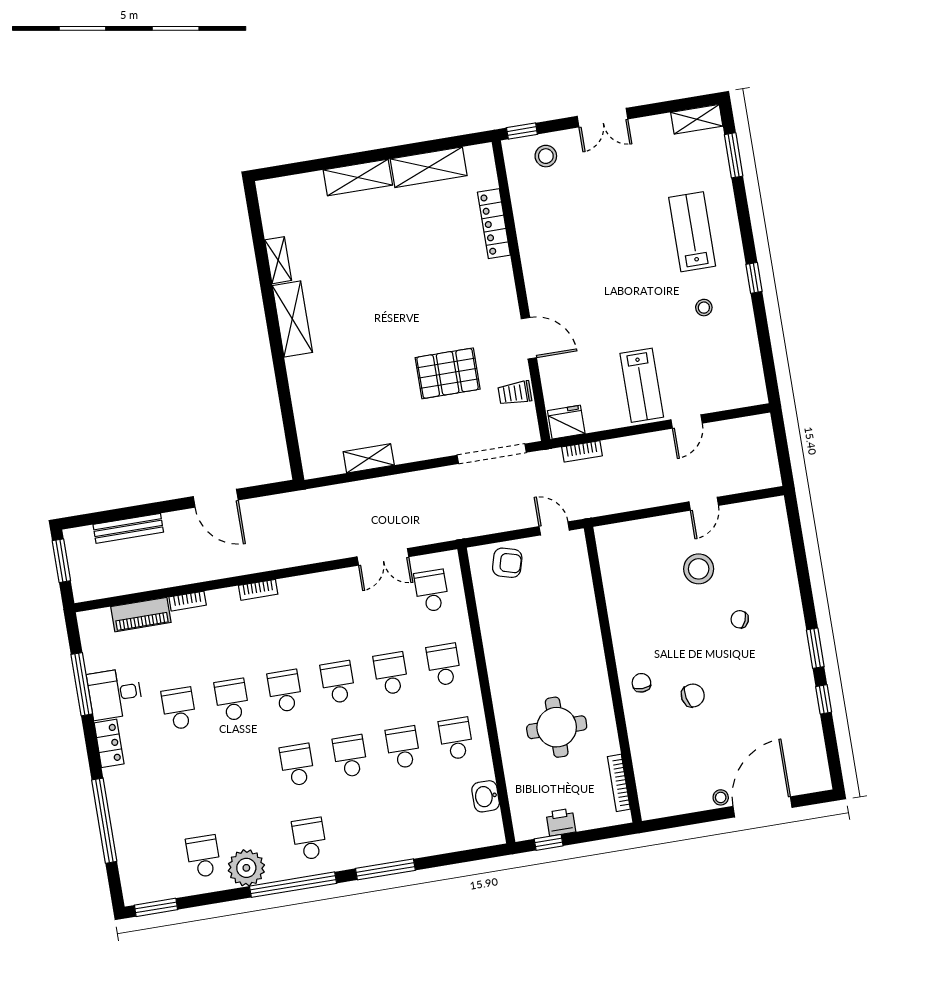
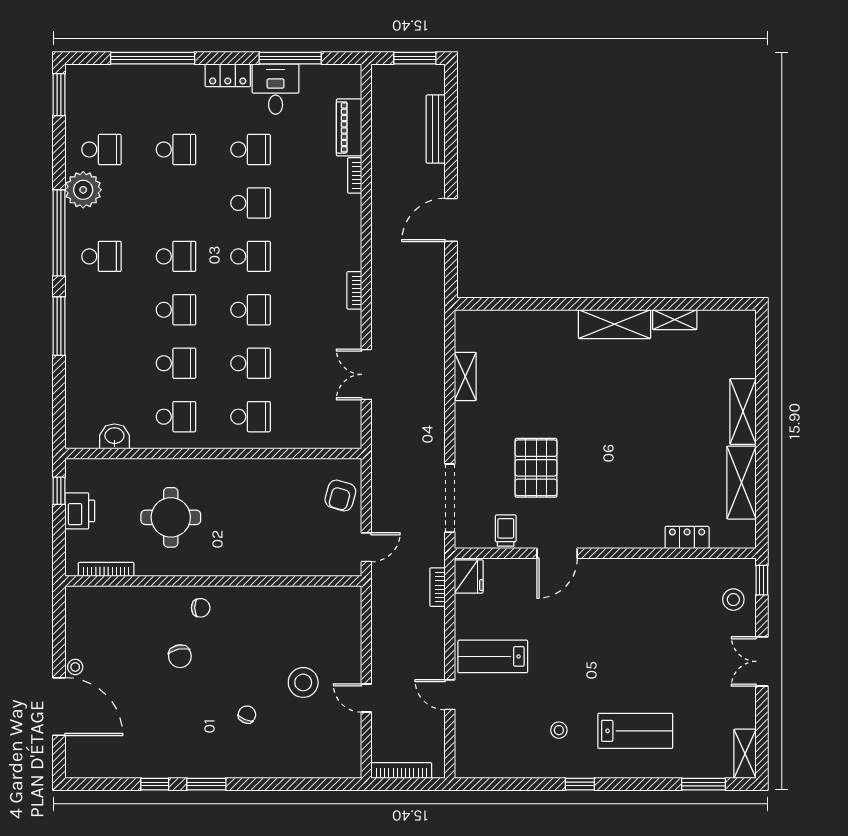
locker: (494, 224) -> (687, 538), width x0.66
bookcase: (770, 457) -> (401, 770), added
bookcase: (258, 590) -> (354, 290), moved
school desk: (432, 591) -> (176, 150), moved
printer: (561, 822) -> (80, 511), width x1.36, depth x1.24

